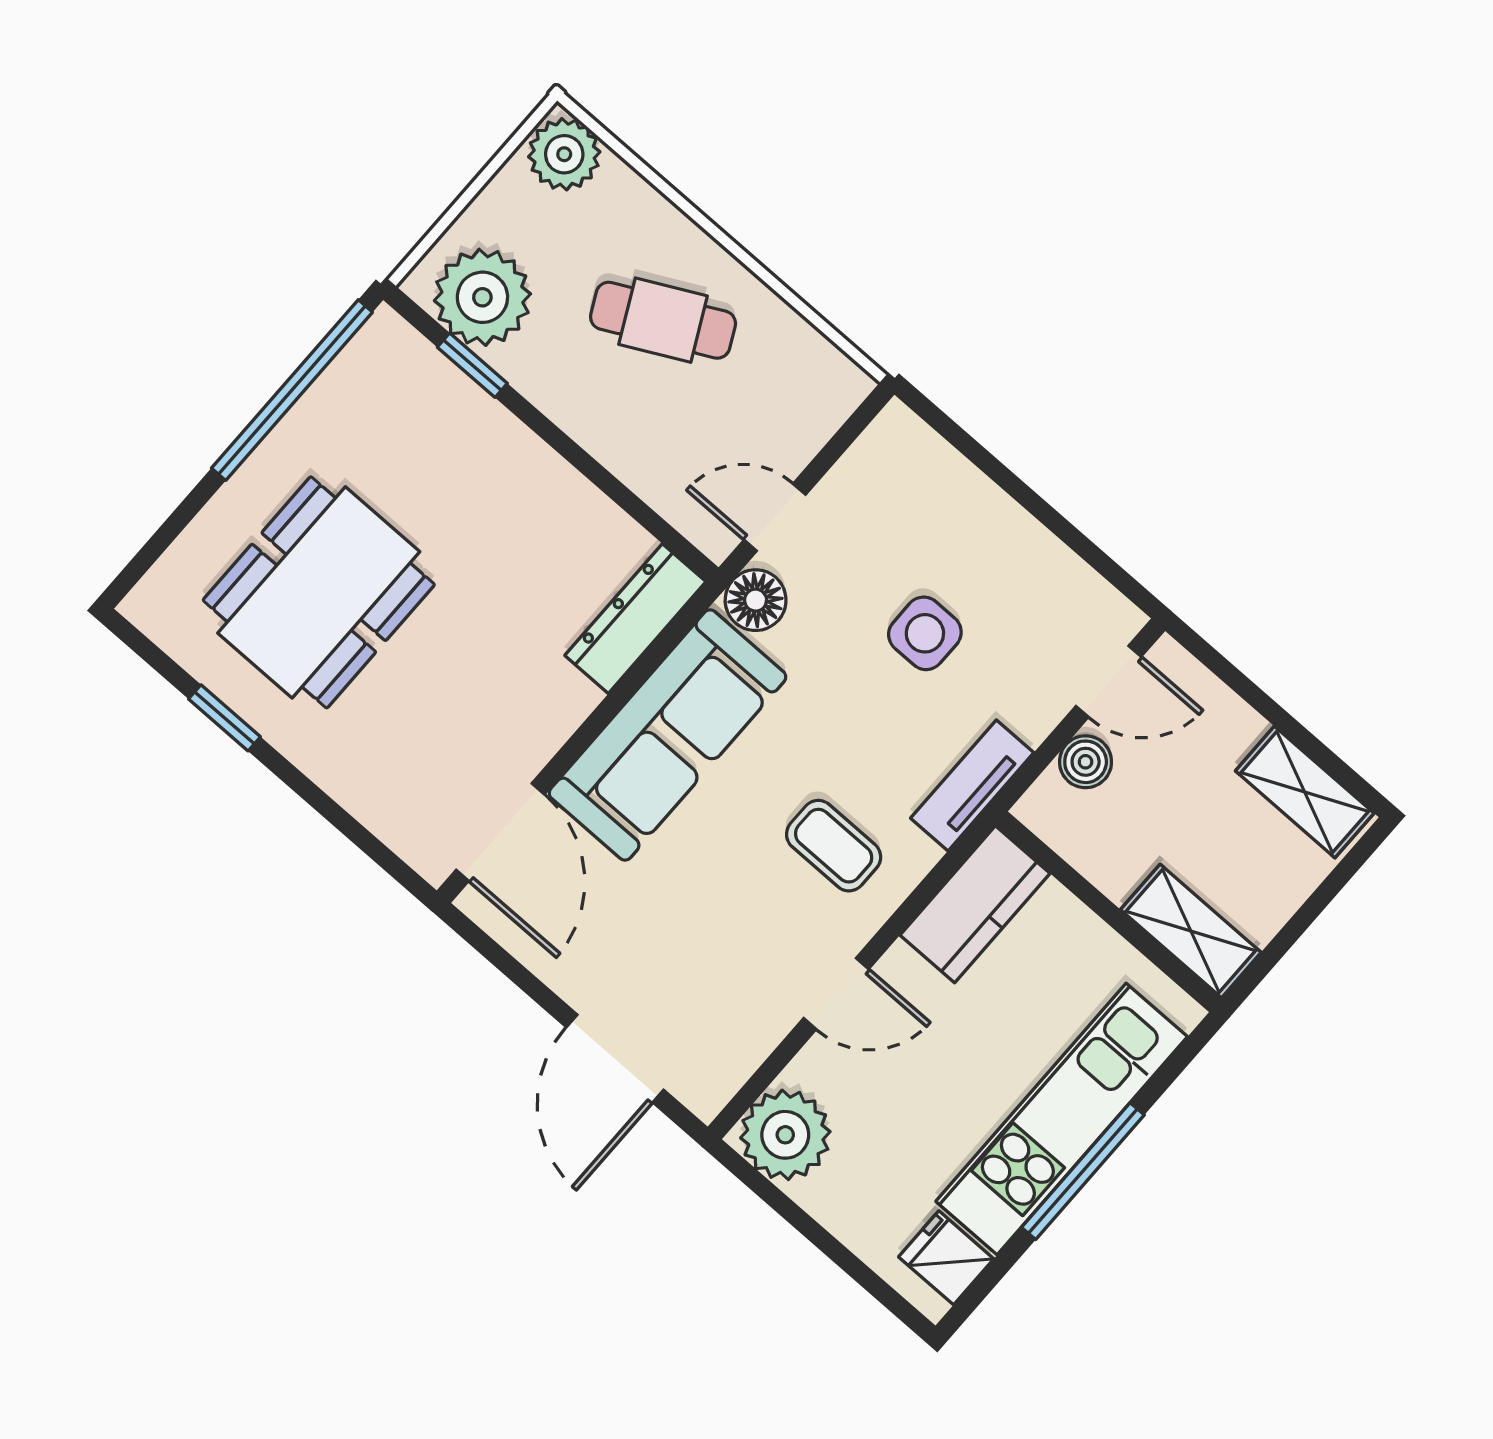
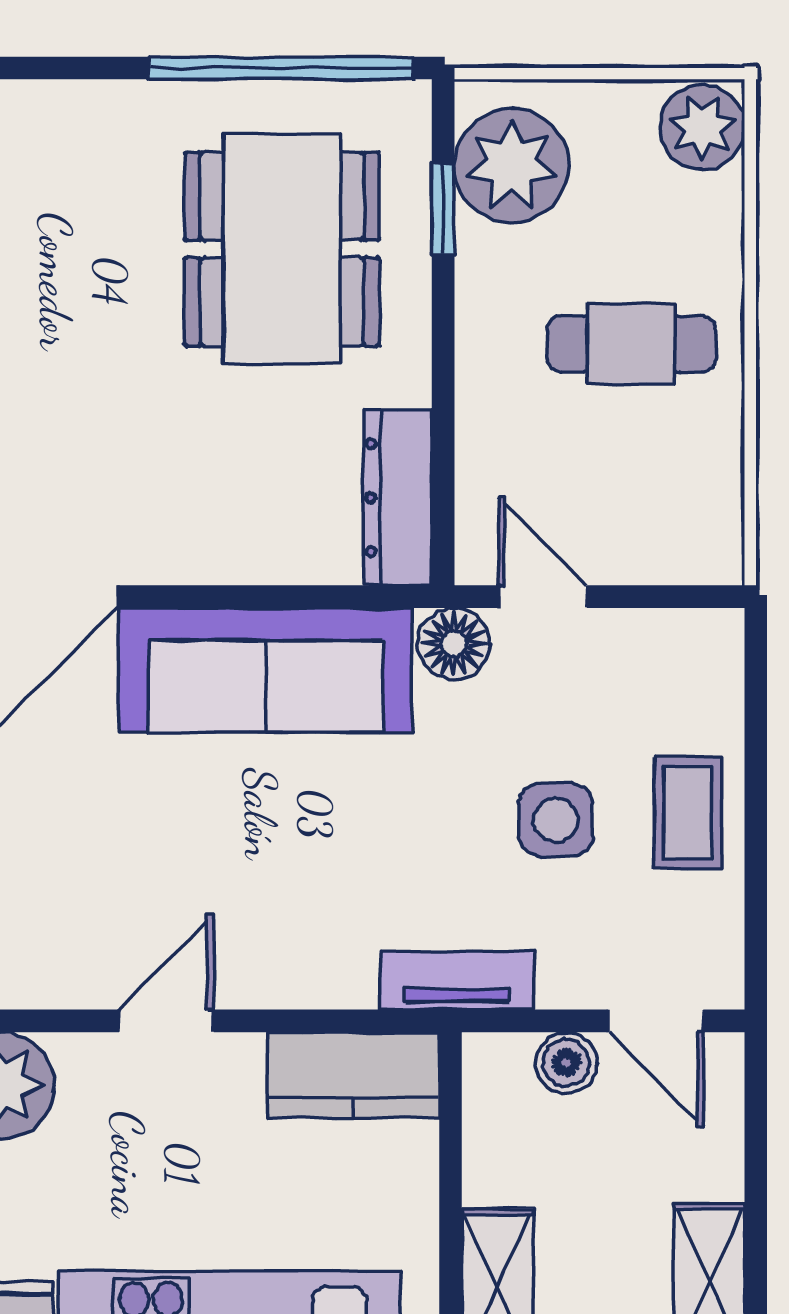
cafe table: (663, 320) -> (631, 344), turned -63
dining table: (319, 592) -> (282, 249), moved, turned 90
dresser: (635, 619) -> (398, 498), moved, turned -90
coffee table: (834, 846) -> (687, 813), moved
door: (836, 994) -> (166, 1021), swing flipped

